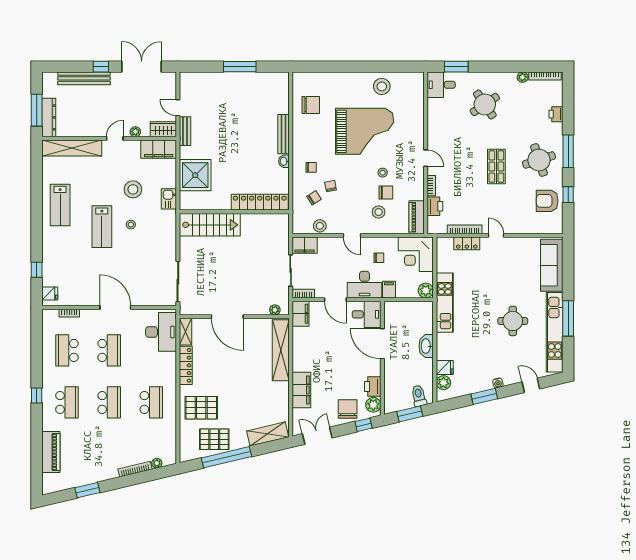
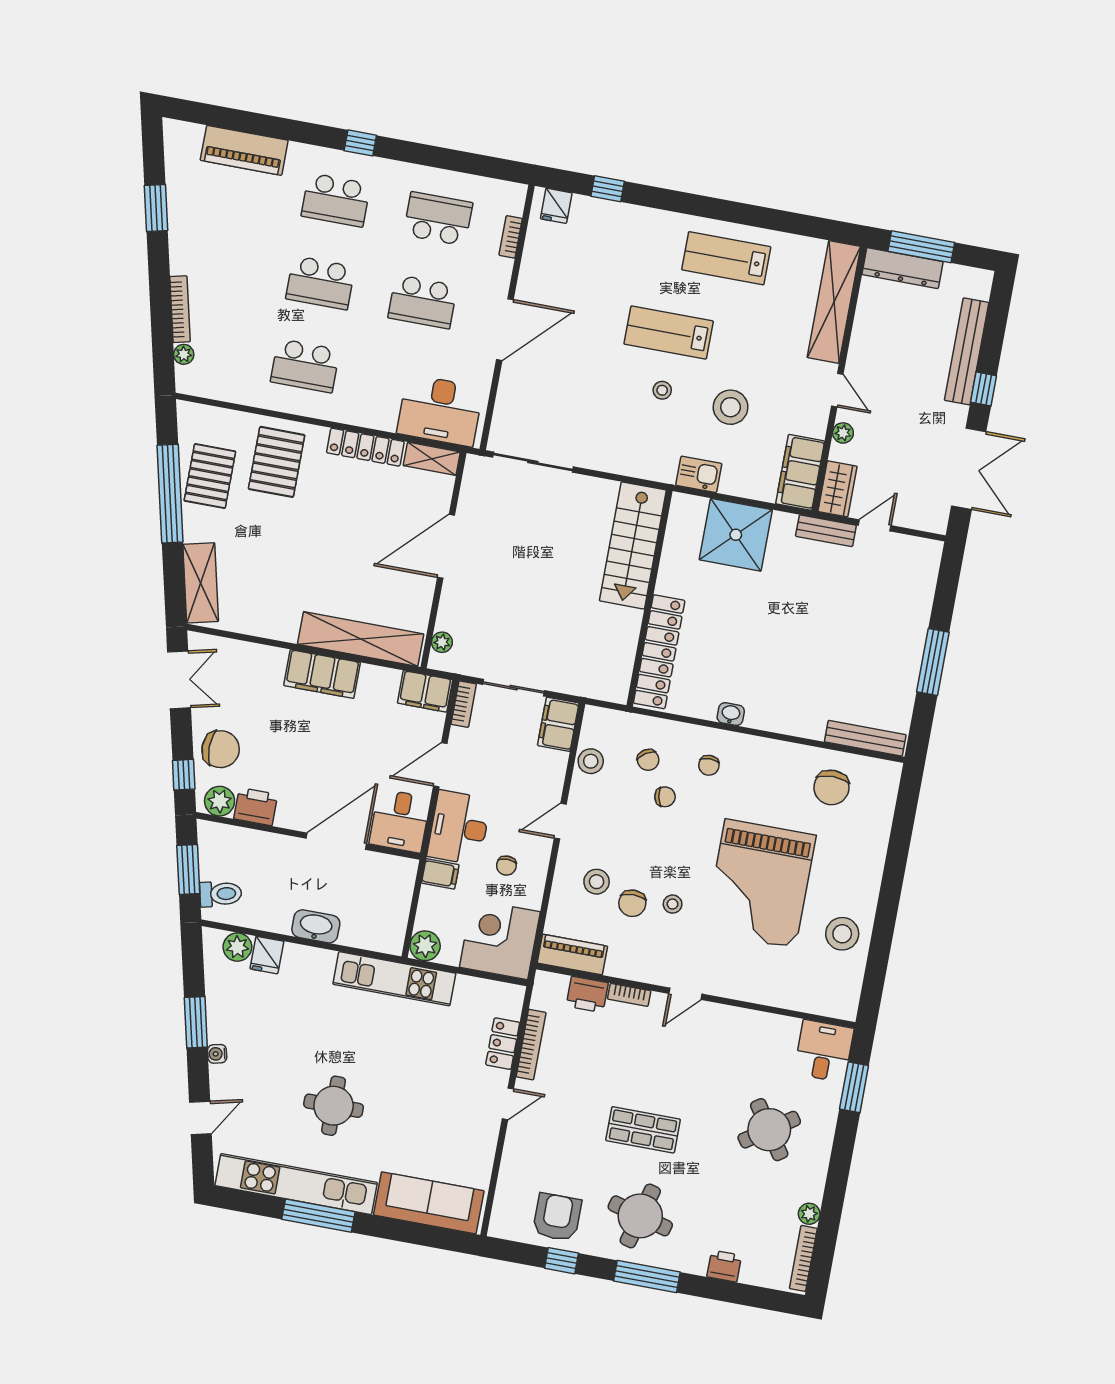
bench: (284, 134) -> (865, 738), moved
round table: (539, 160) -> (640, 1216), turned 33
filing cabinet: (301, 390) -> (322, 674), moved

